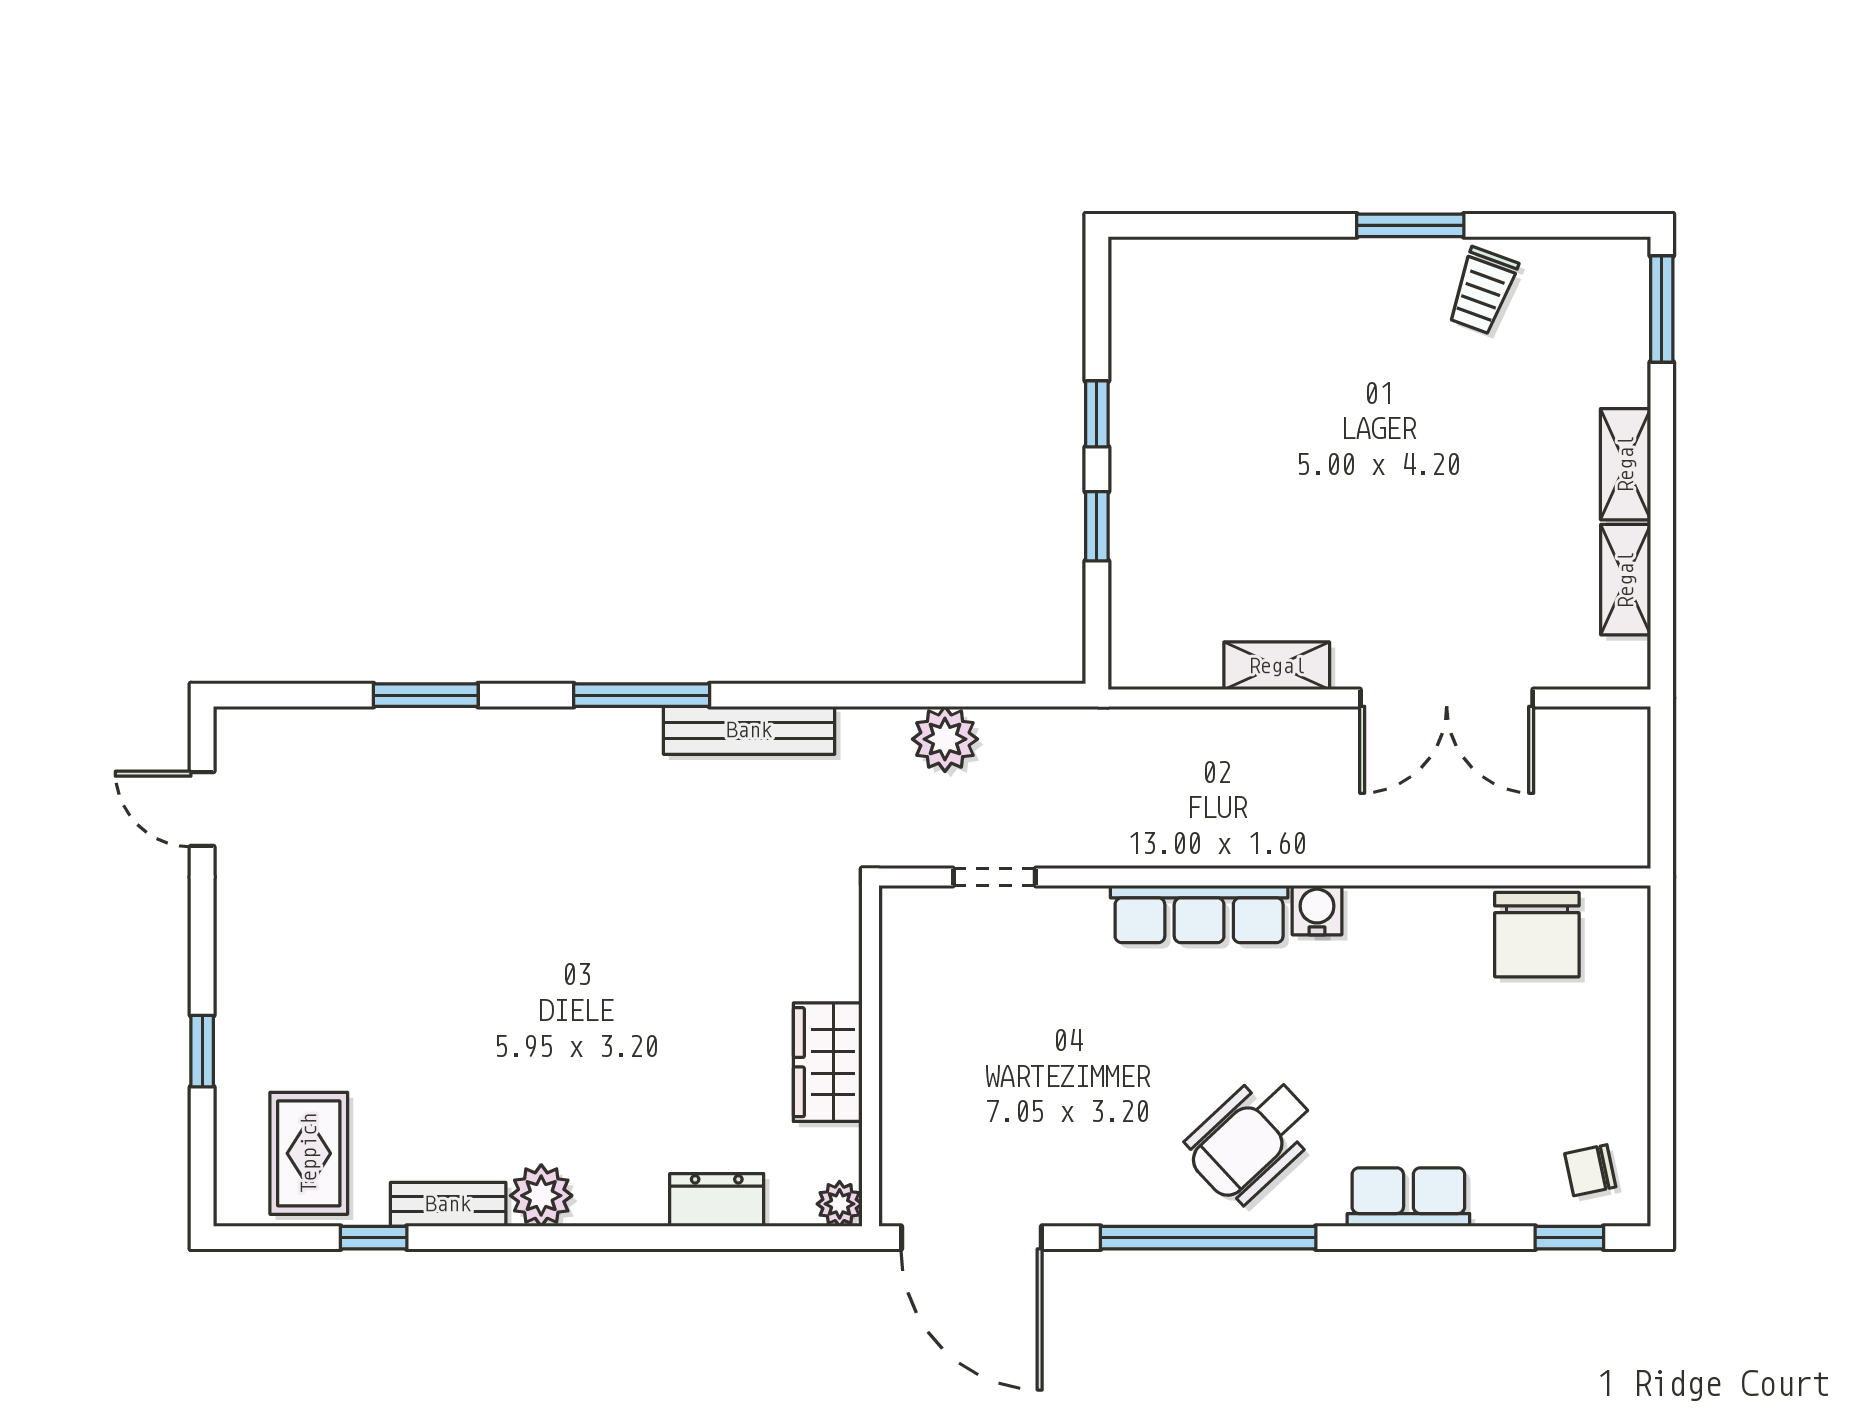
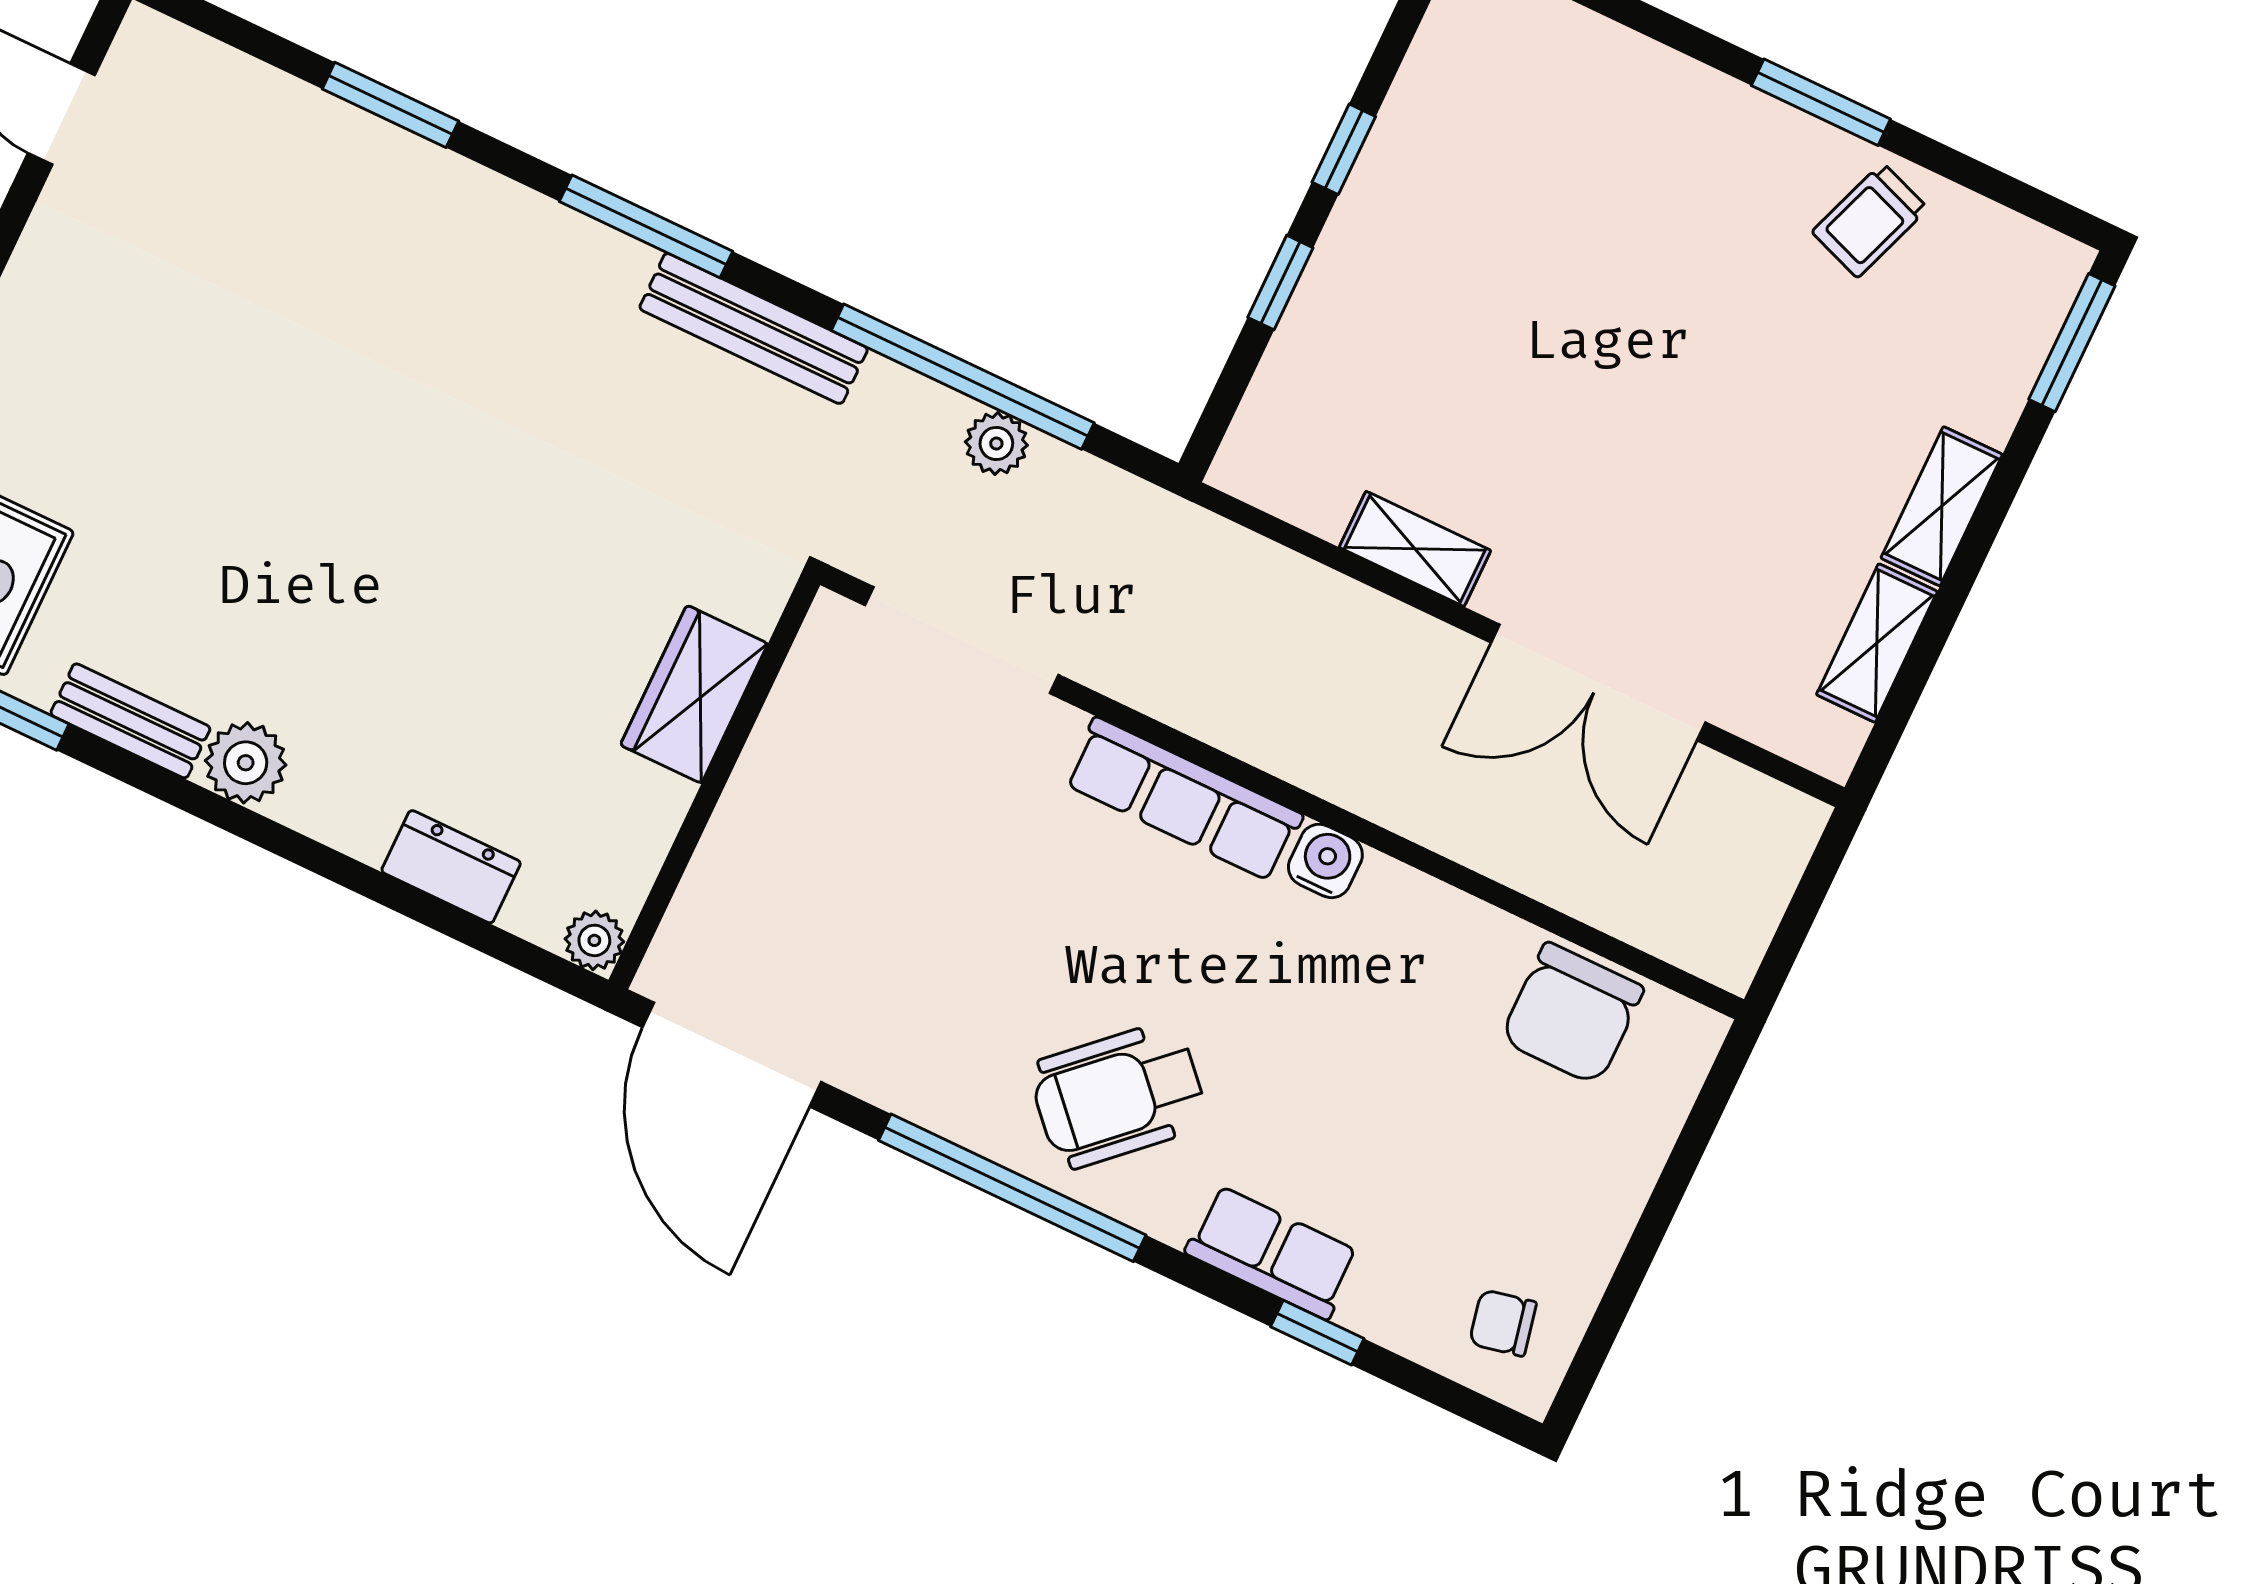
window: (909, 695) -> (963, 377), added
plant: (945, 739) -> (996, 443), width x0.73, depth x0.73
doorway: (994, 877) -> (962, 640), width x1.88
wardrobe: (828, 1062) -> (694, 694), moved
window: (1569, 1238) -> (1317, 1333), moved

